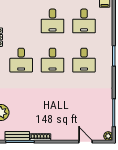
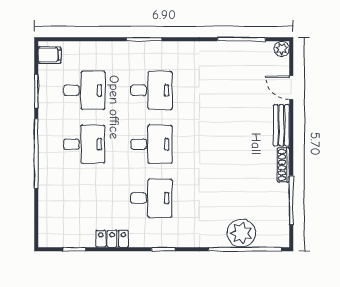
bench: (17, 136) -> (281, 125), moved
door: (86, 142) -> (291, 88), hinge flipped

